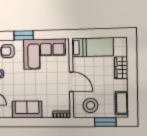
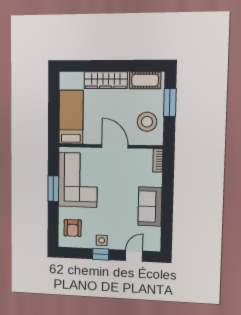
window: (24, 35) -> (53, 189), moved
wardrobe: (121, 68) -> (106, 80), width x1.50
door: (71, 82) -> (115, 146), hinge flipped

